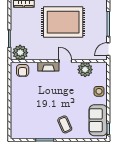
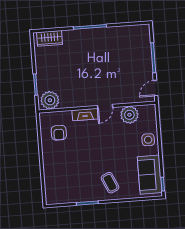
rug: (63, 22) -> (99, 60), removed
door: (65, 61) -> (105, 106), swing flipped
armchair: (23, 70) -> (59, 133), moved

